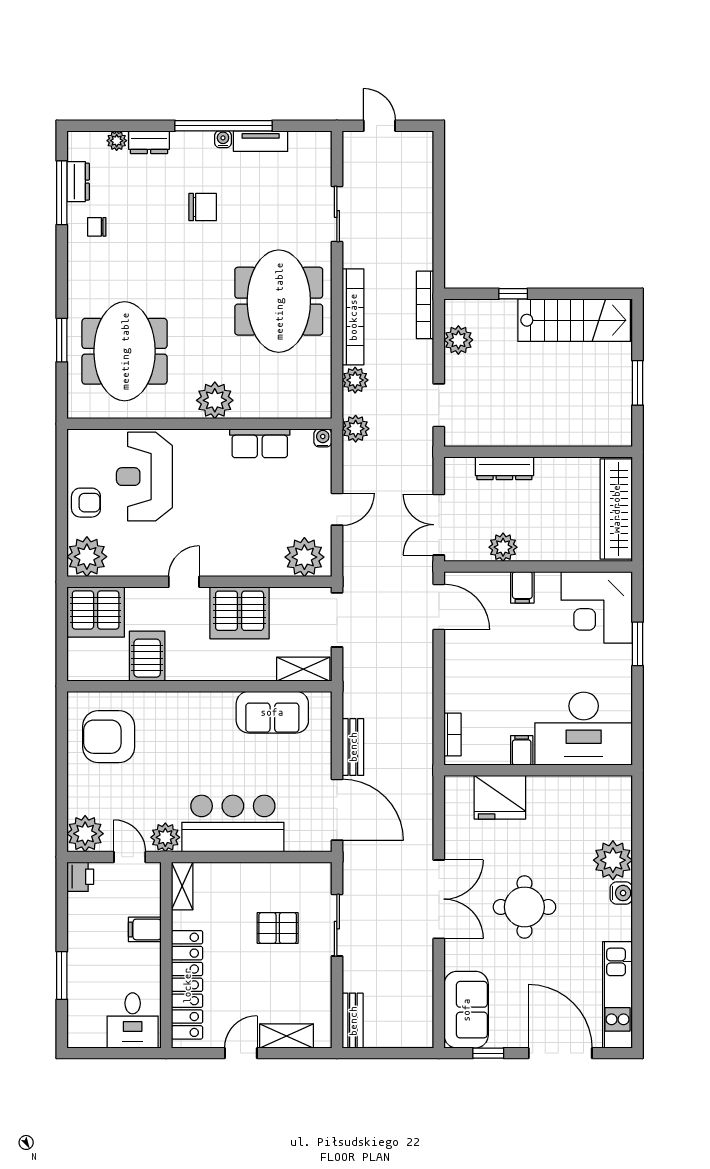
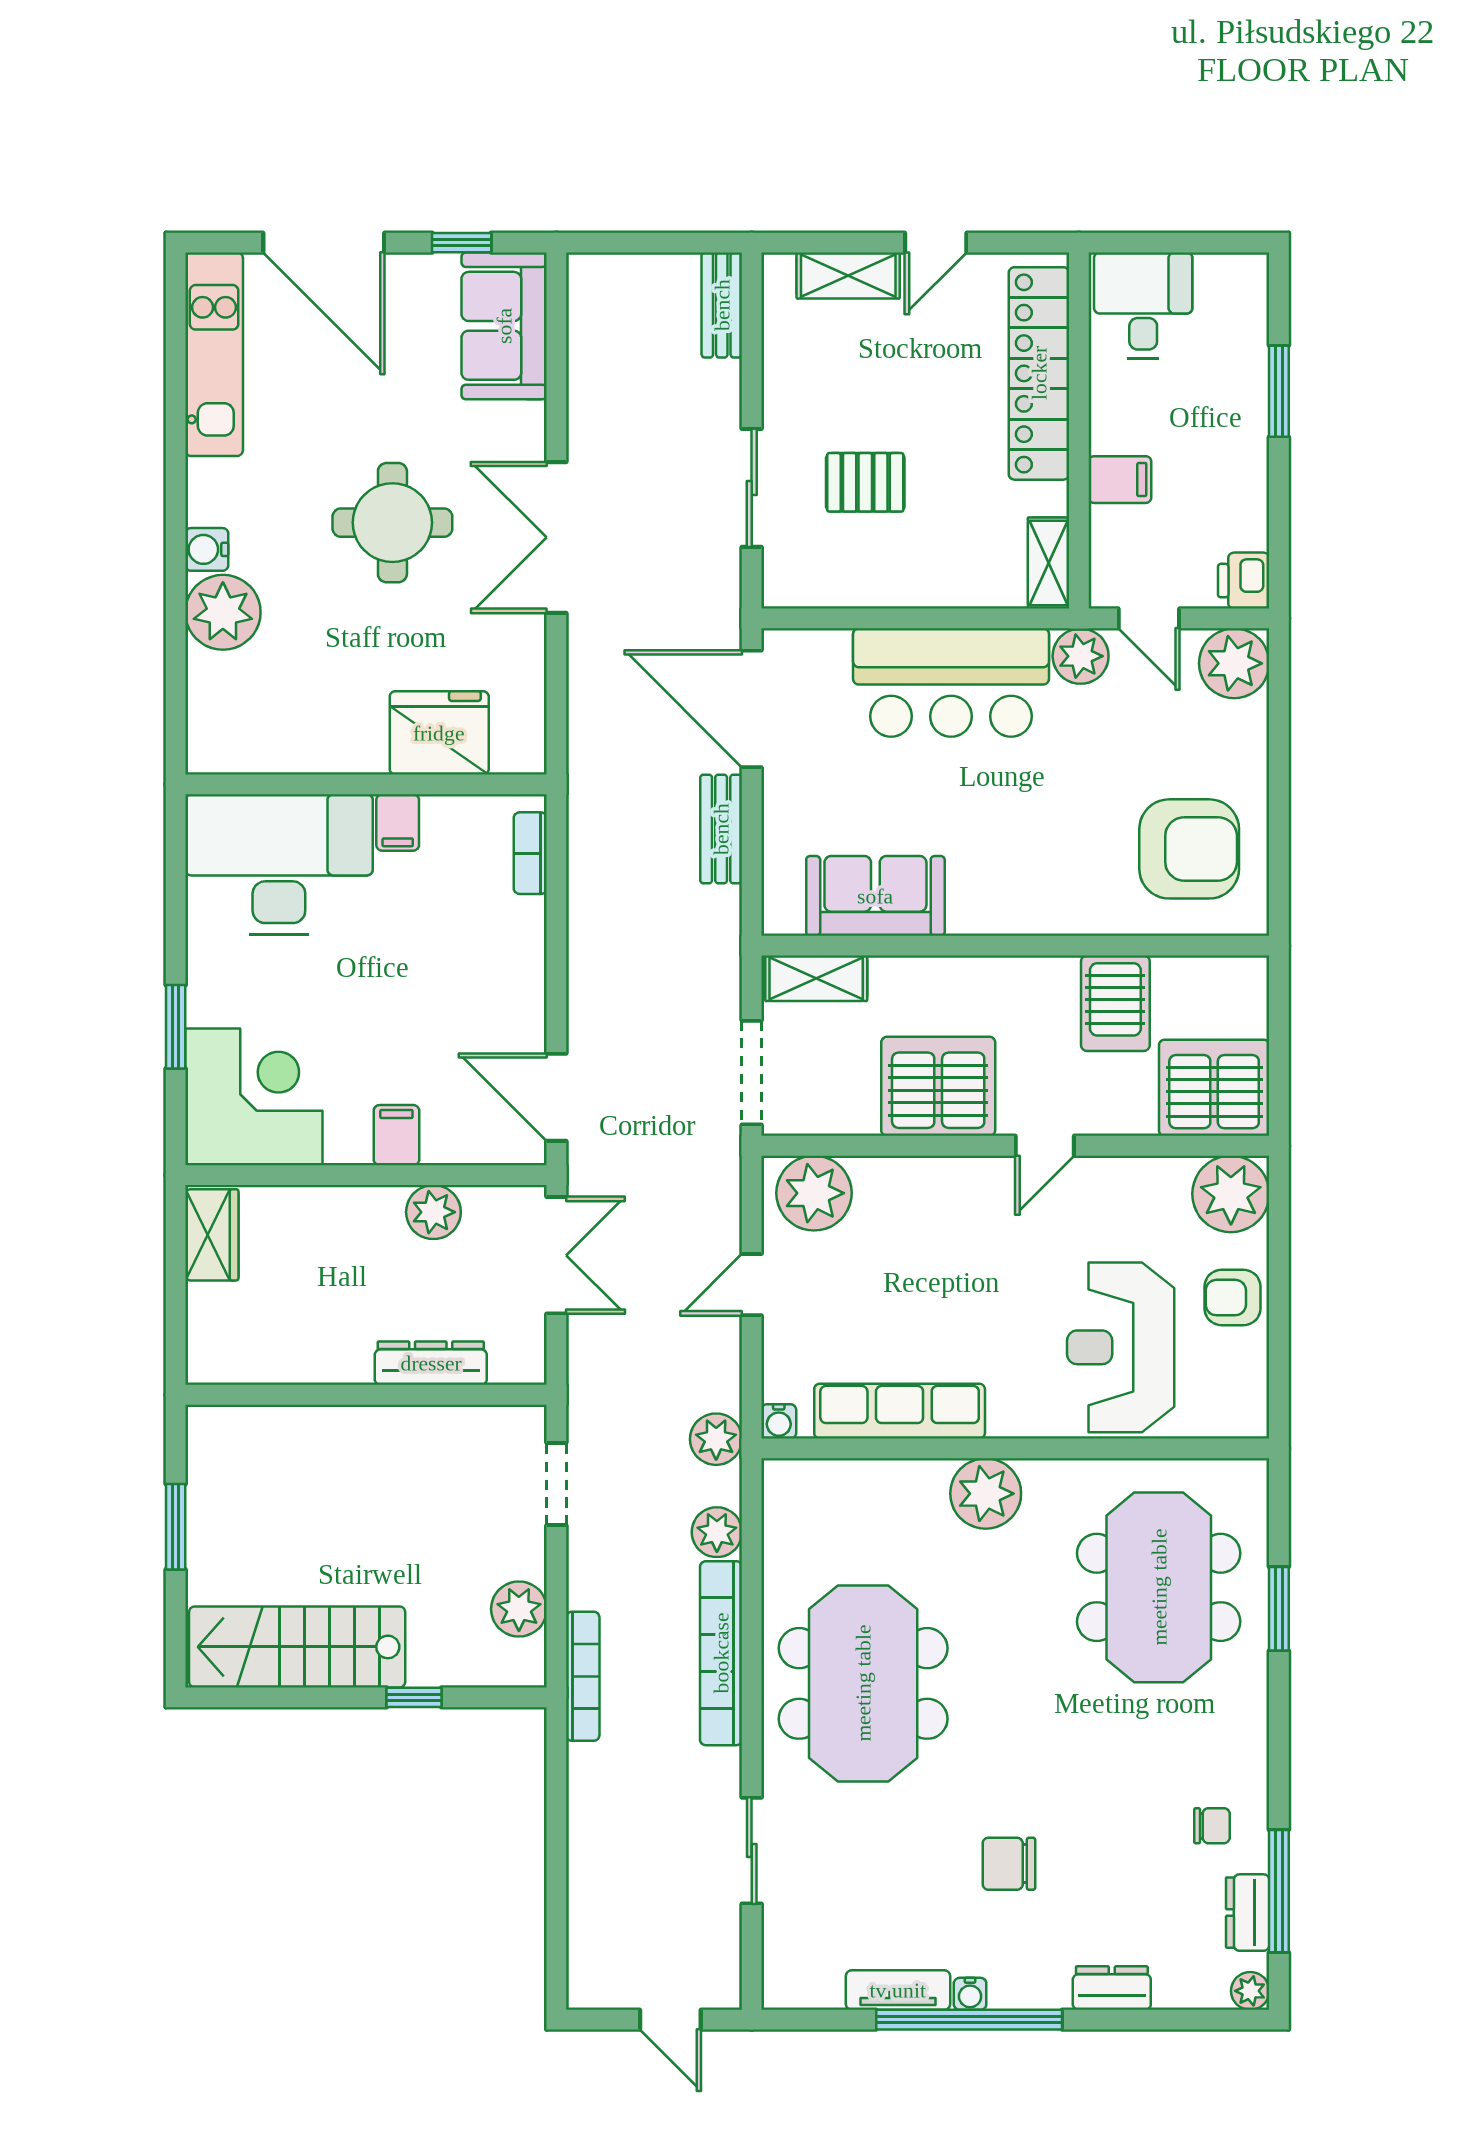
plant: (117, 141) -> (1250, 1991), moved
row of seats: (260, 443) -> (900, 1411), width x1.48
reception desk: (144, 477) -> (1121, 1347), turned 180
wardrobe: (616, 509) -> (212, 1235), width x0.48, depth x0.85

